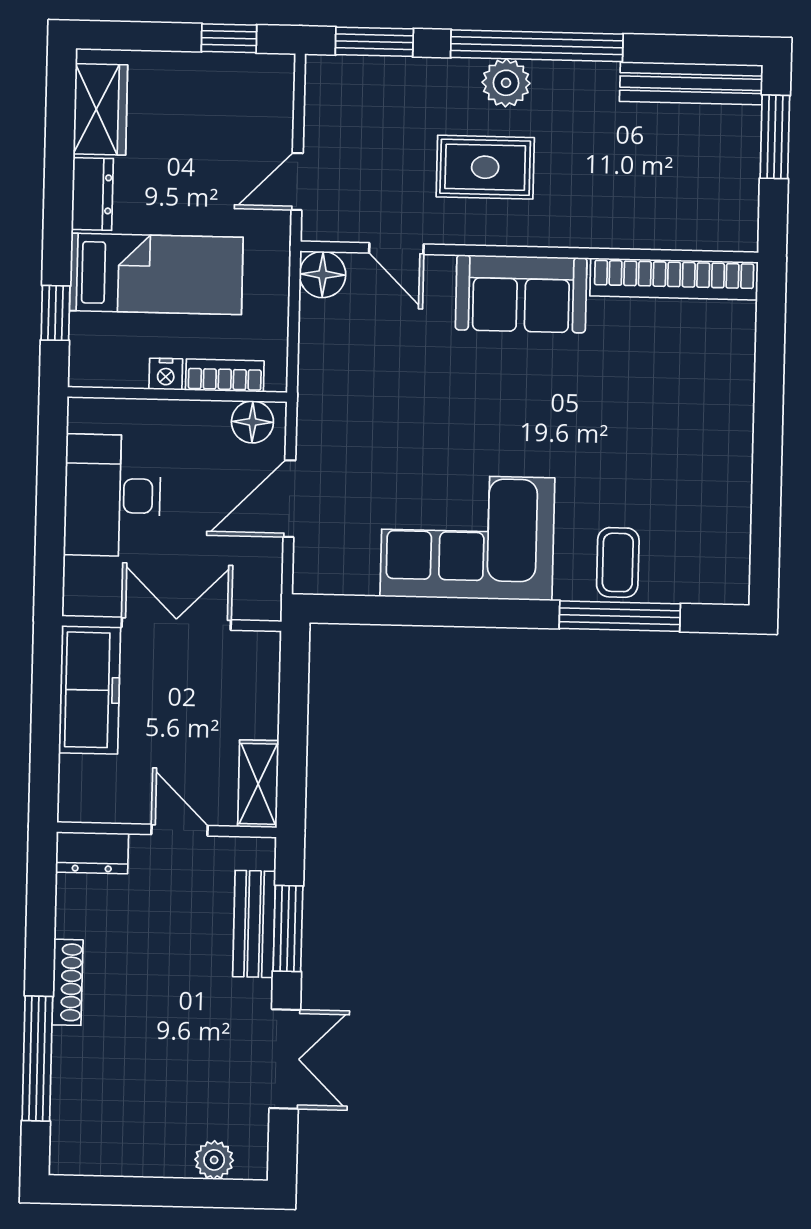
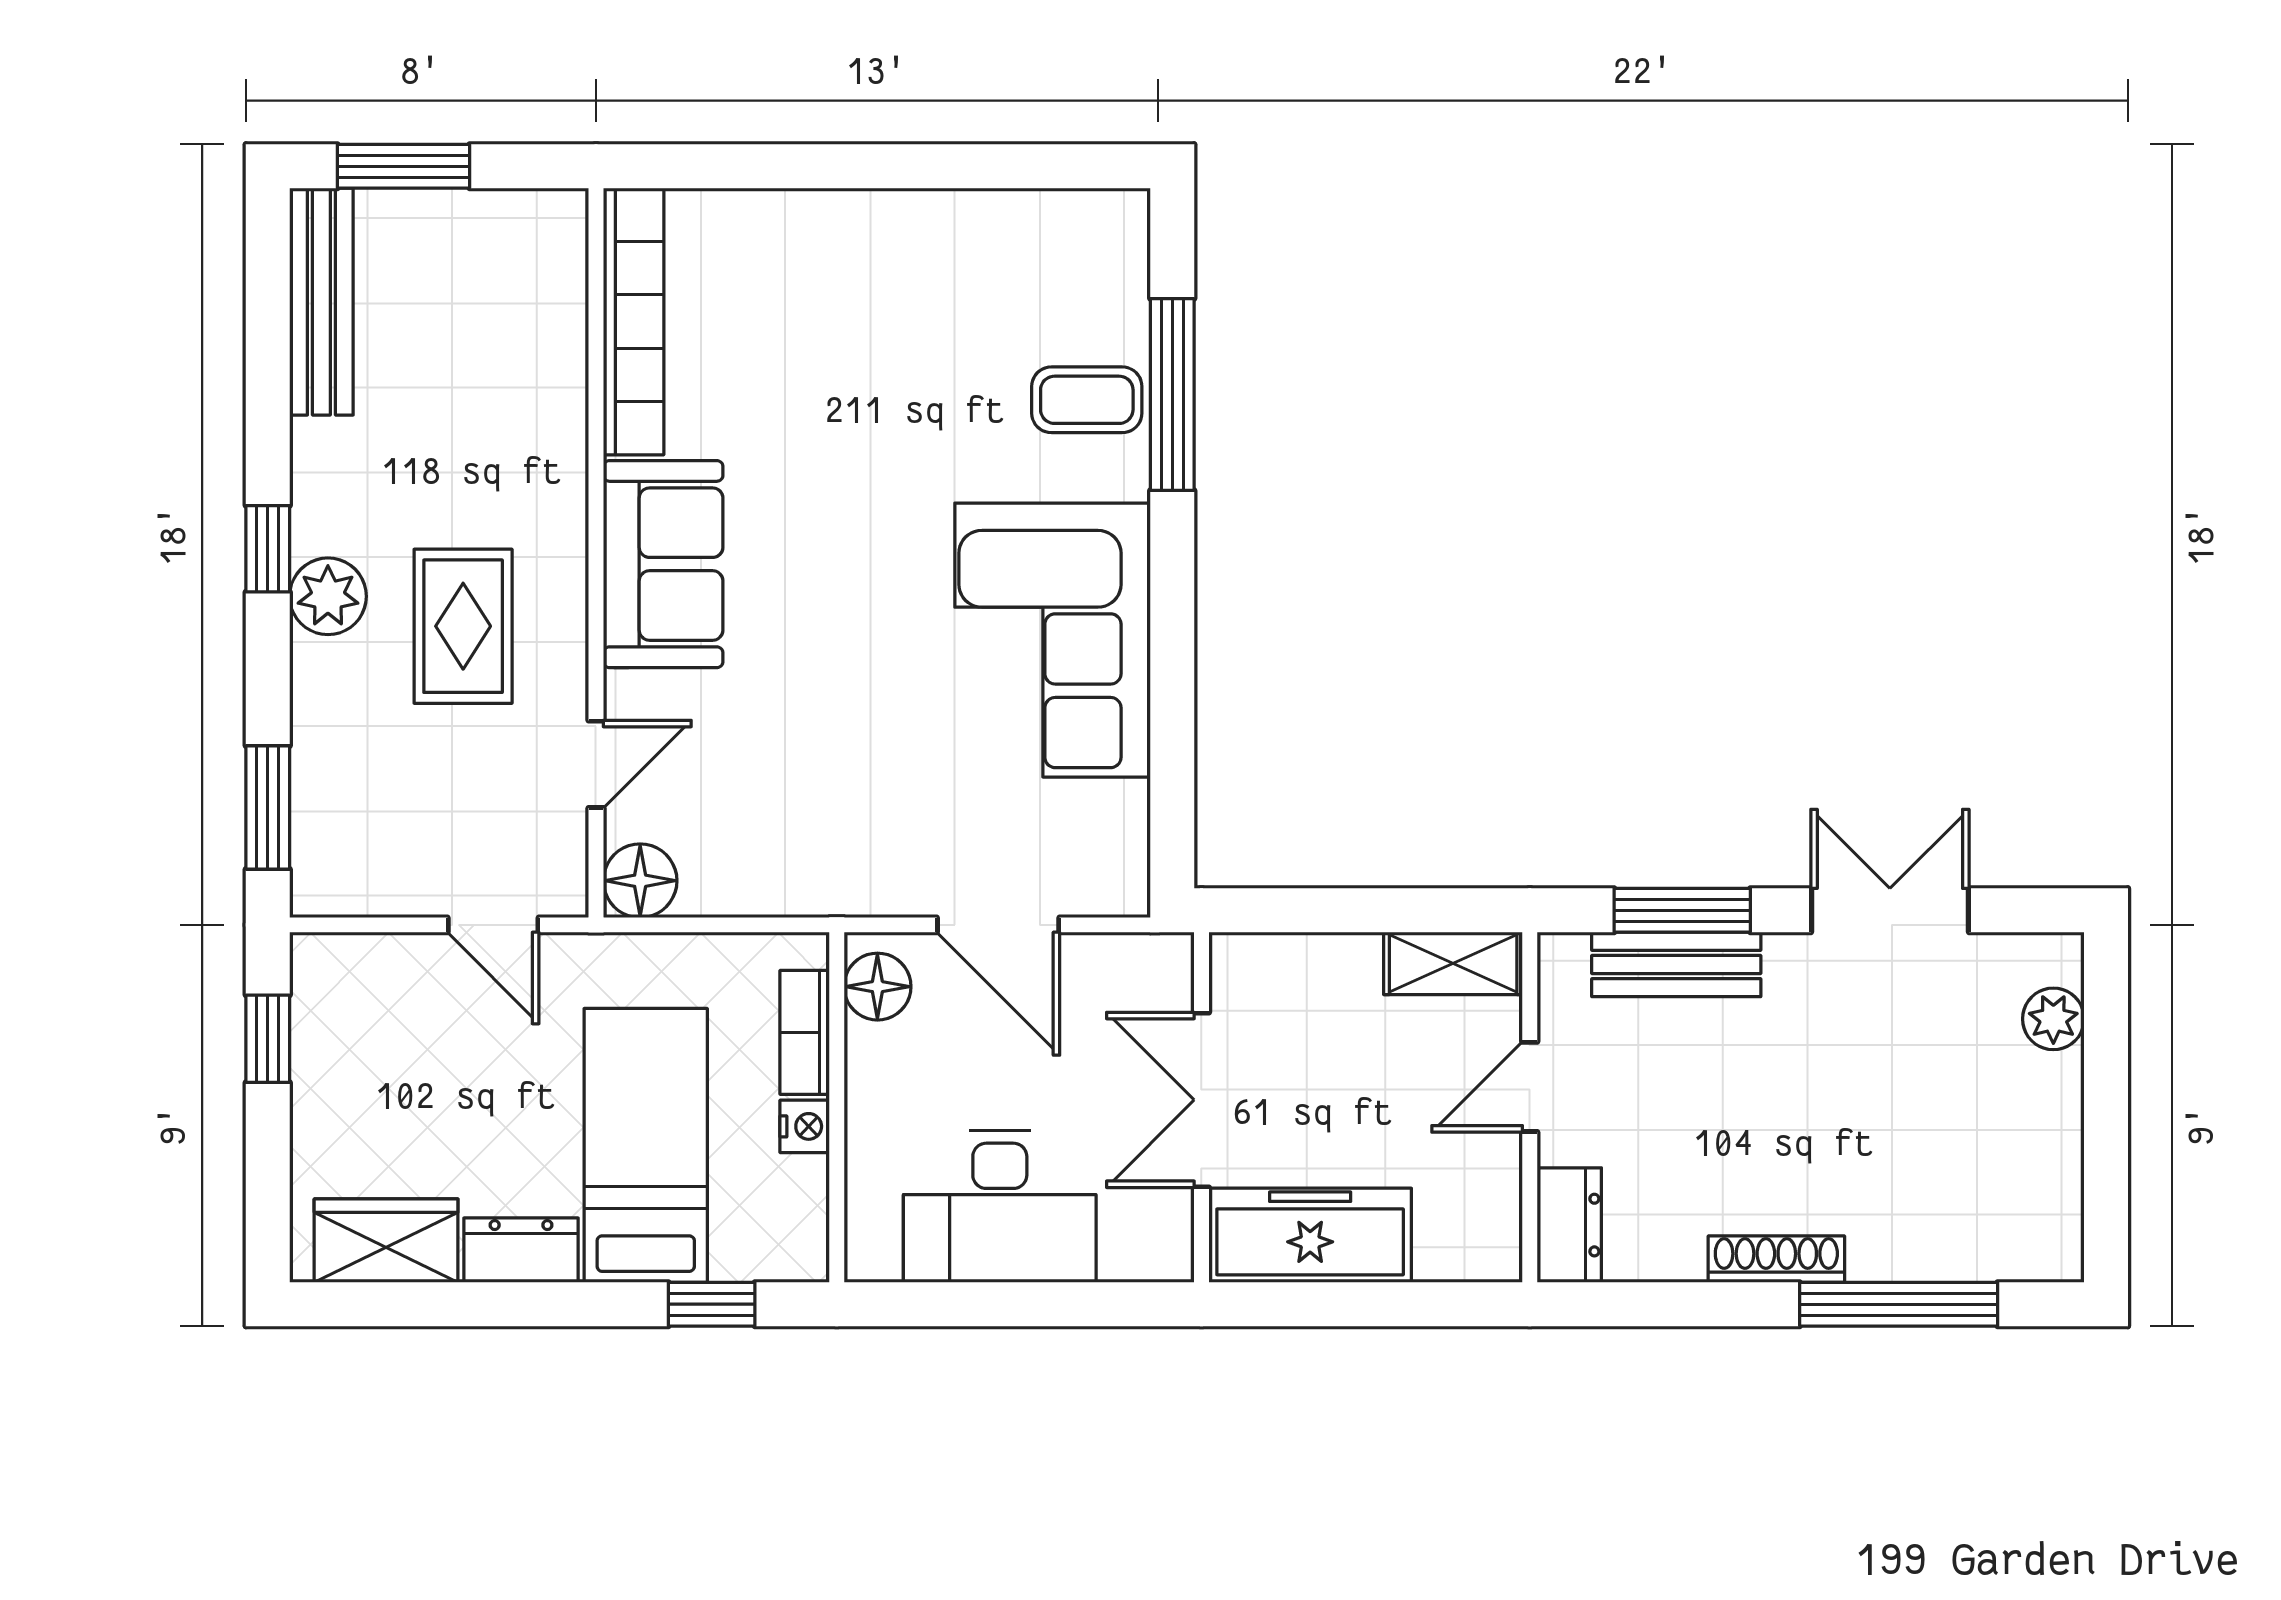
window: (537, 46) -> (268, 549), width x0.32

